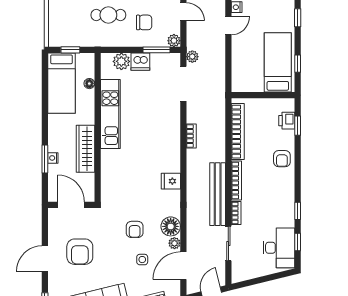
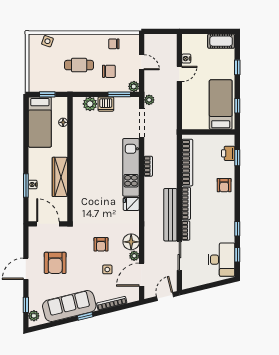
kitchen unit: (110, 114) -> (131, 167), moved, turned 180

